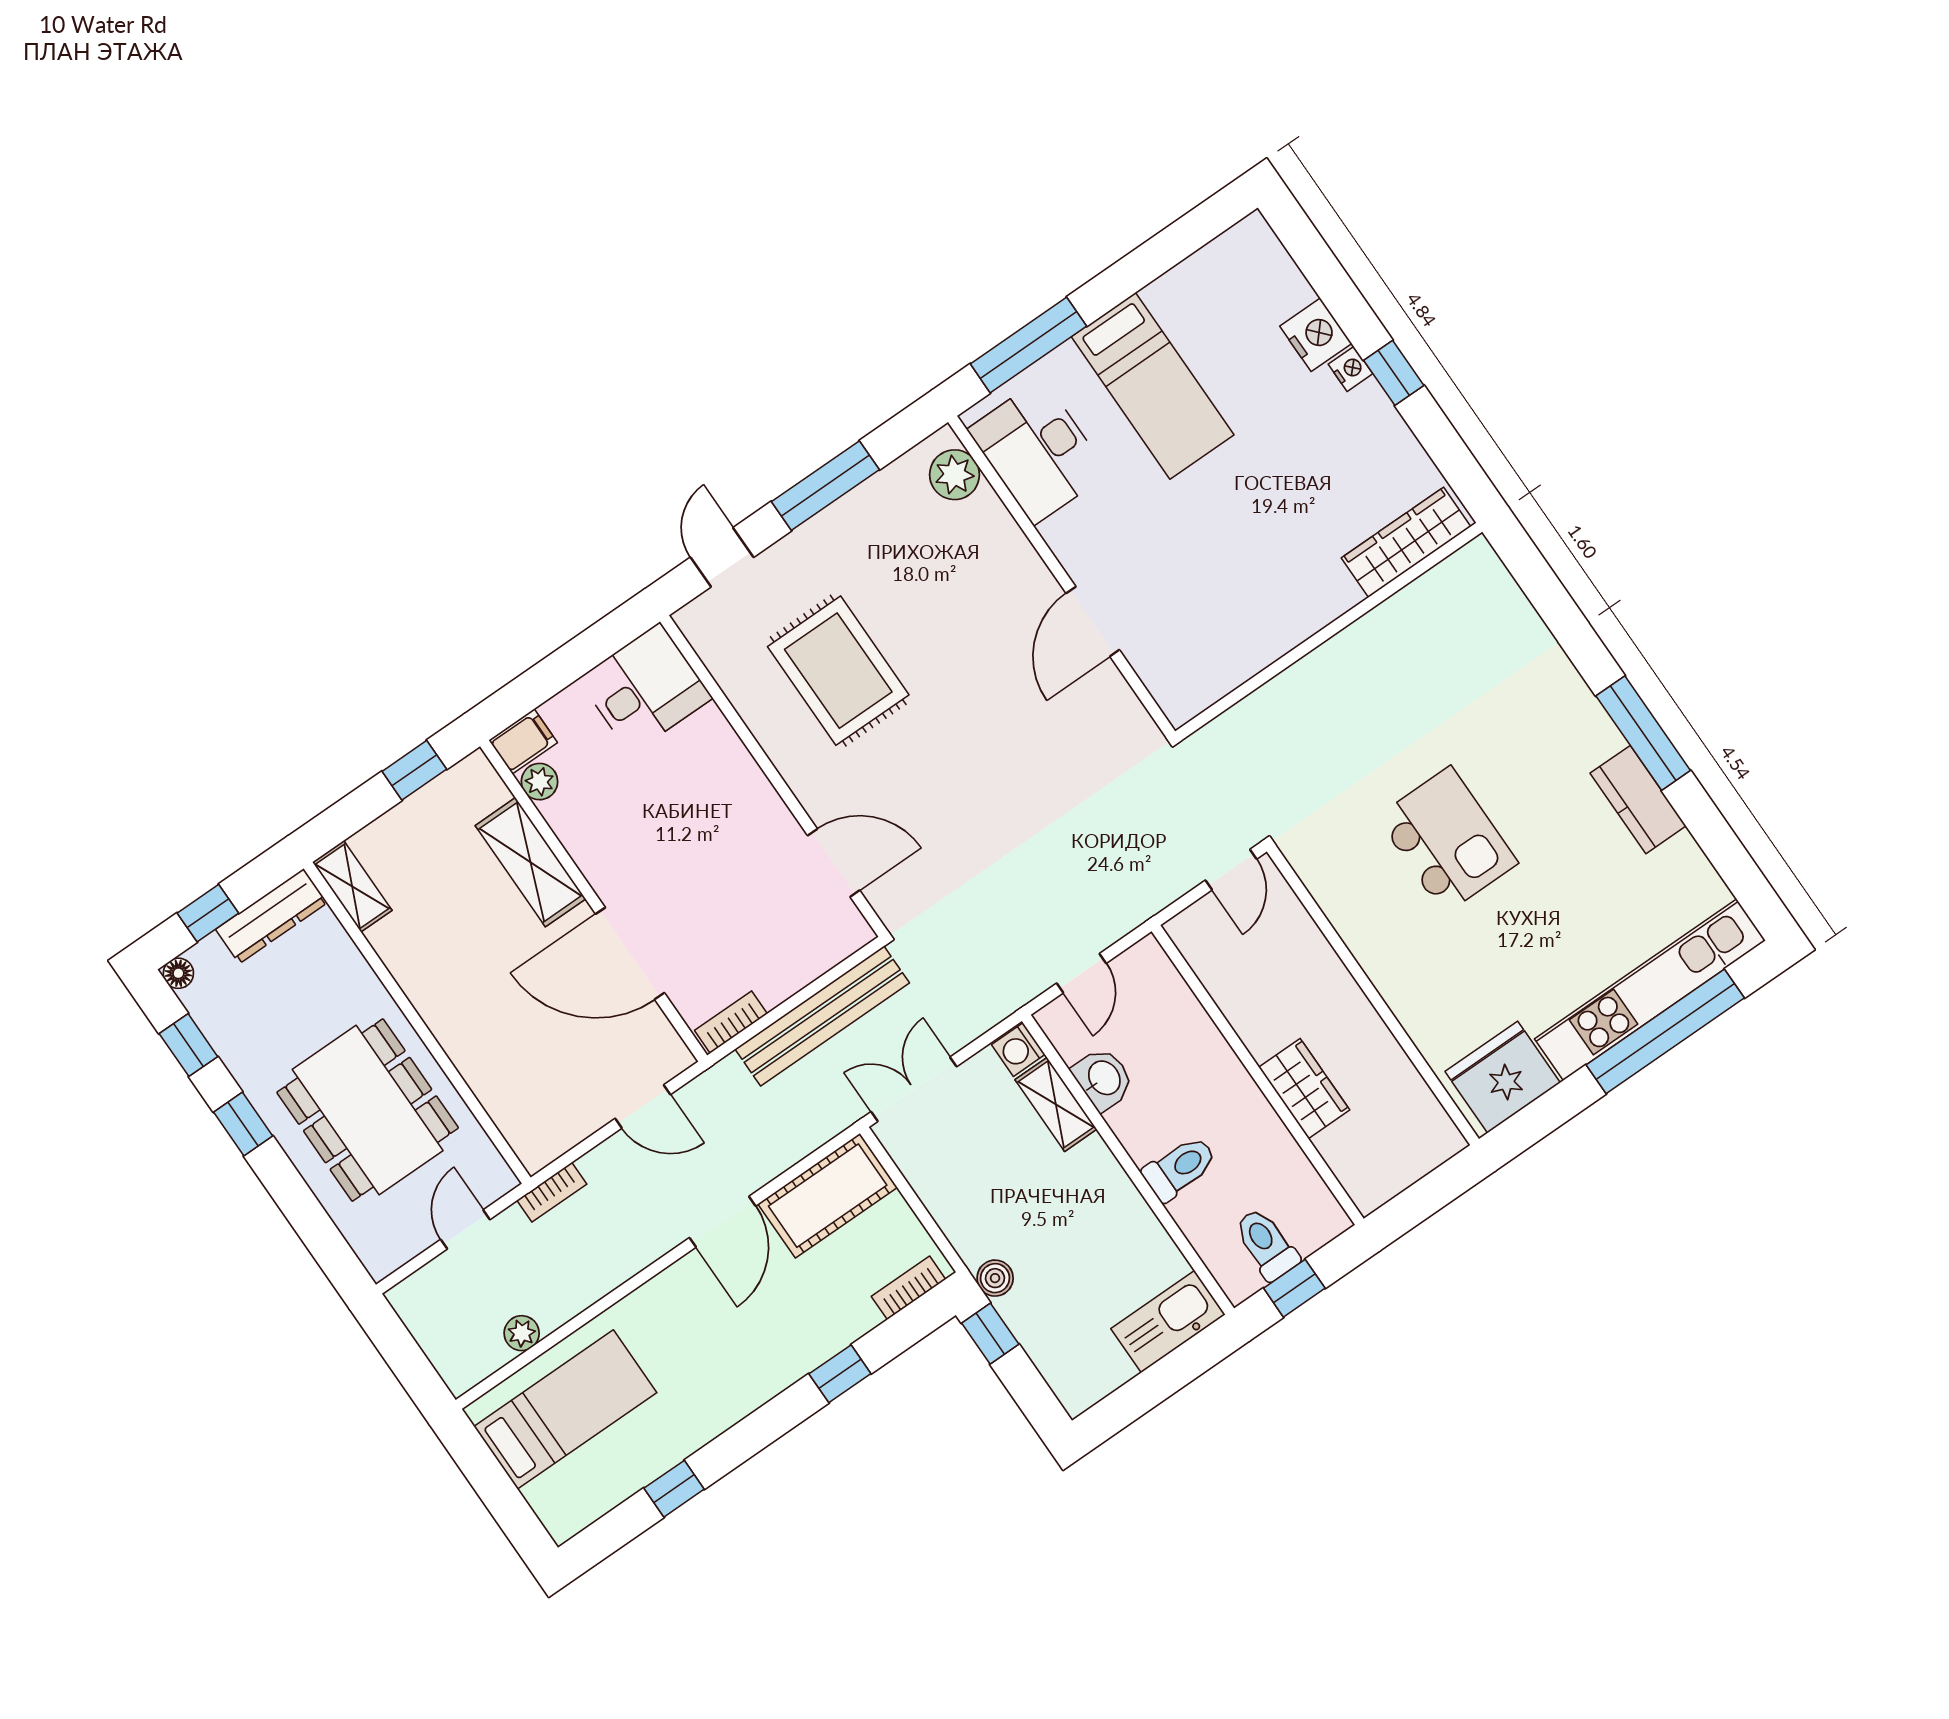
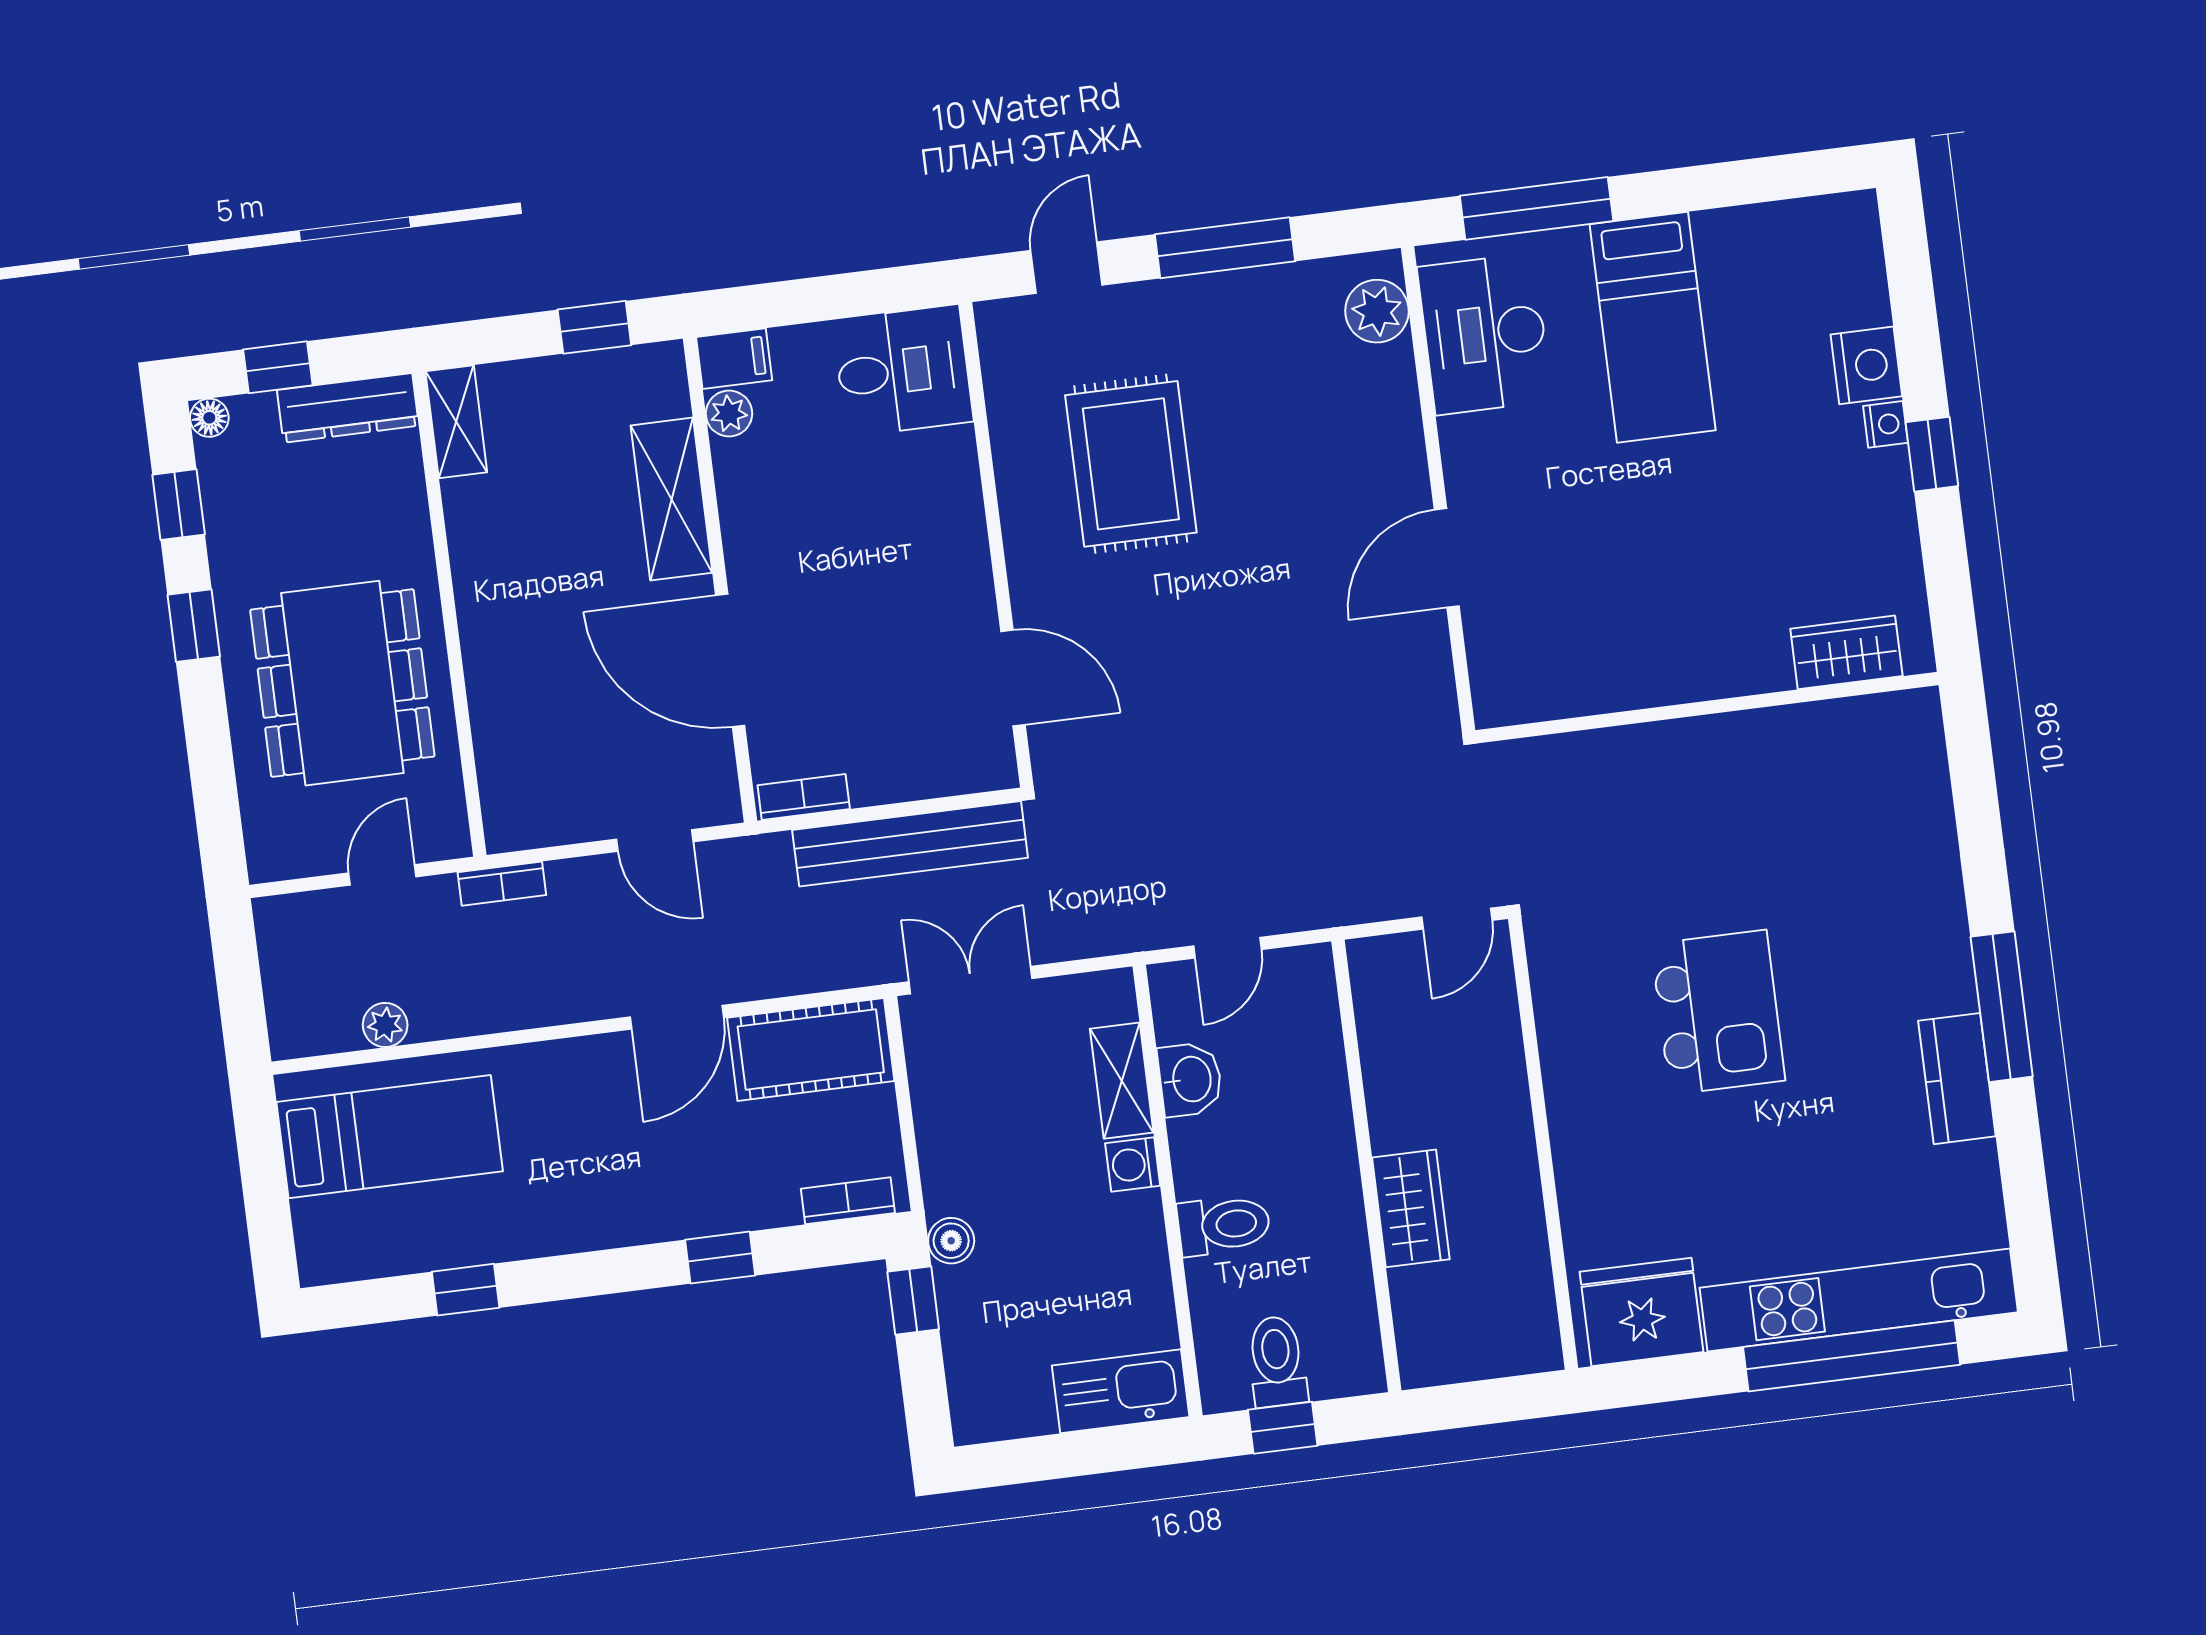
wardrobe: (1406, 542) -> (1846, 652), width x0.67
washing machine: (1018, 1050) -> (1133, 1164), moved

